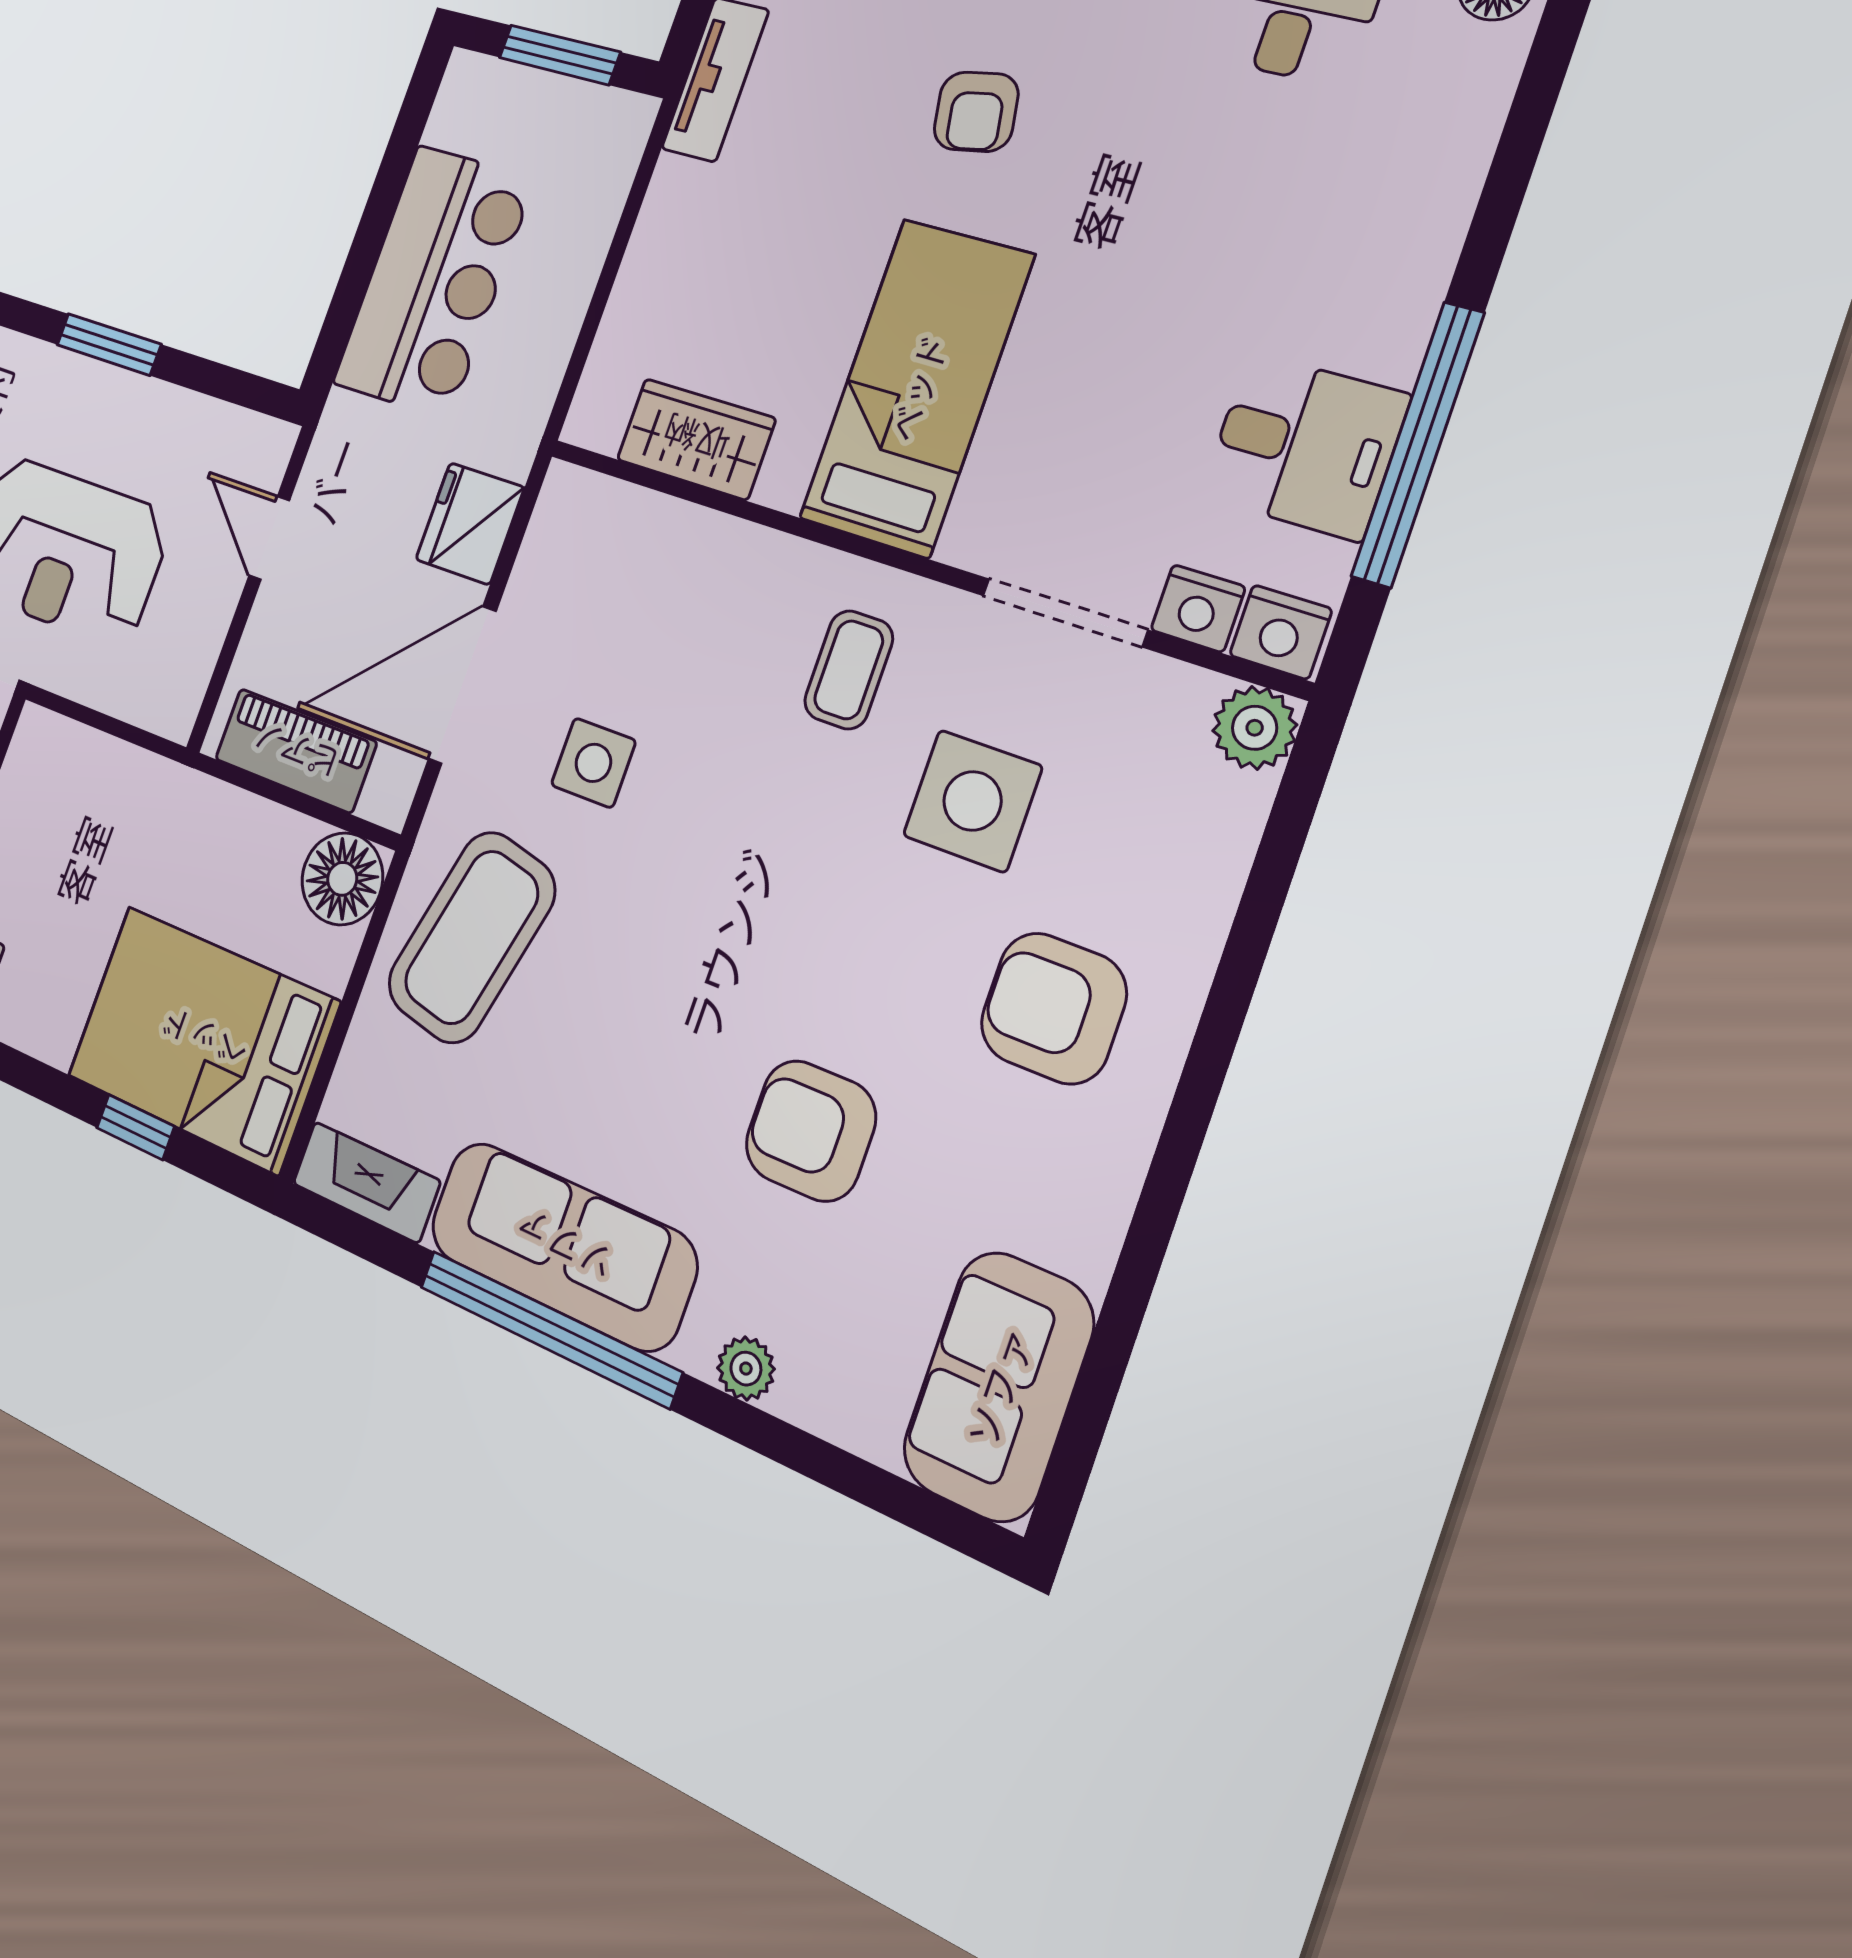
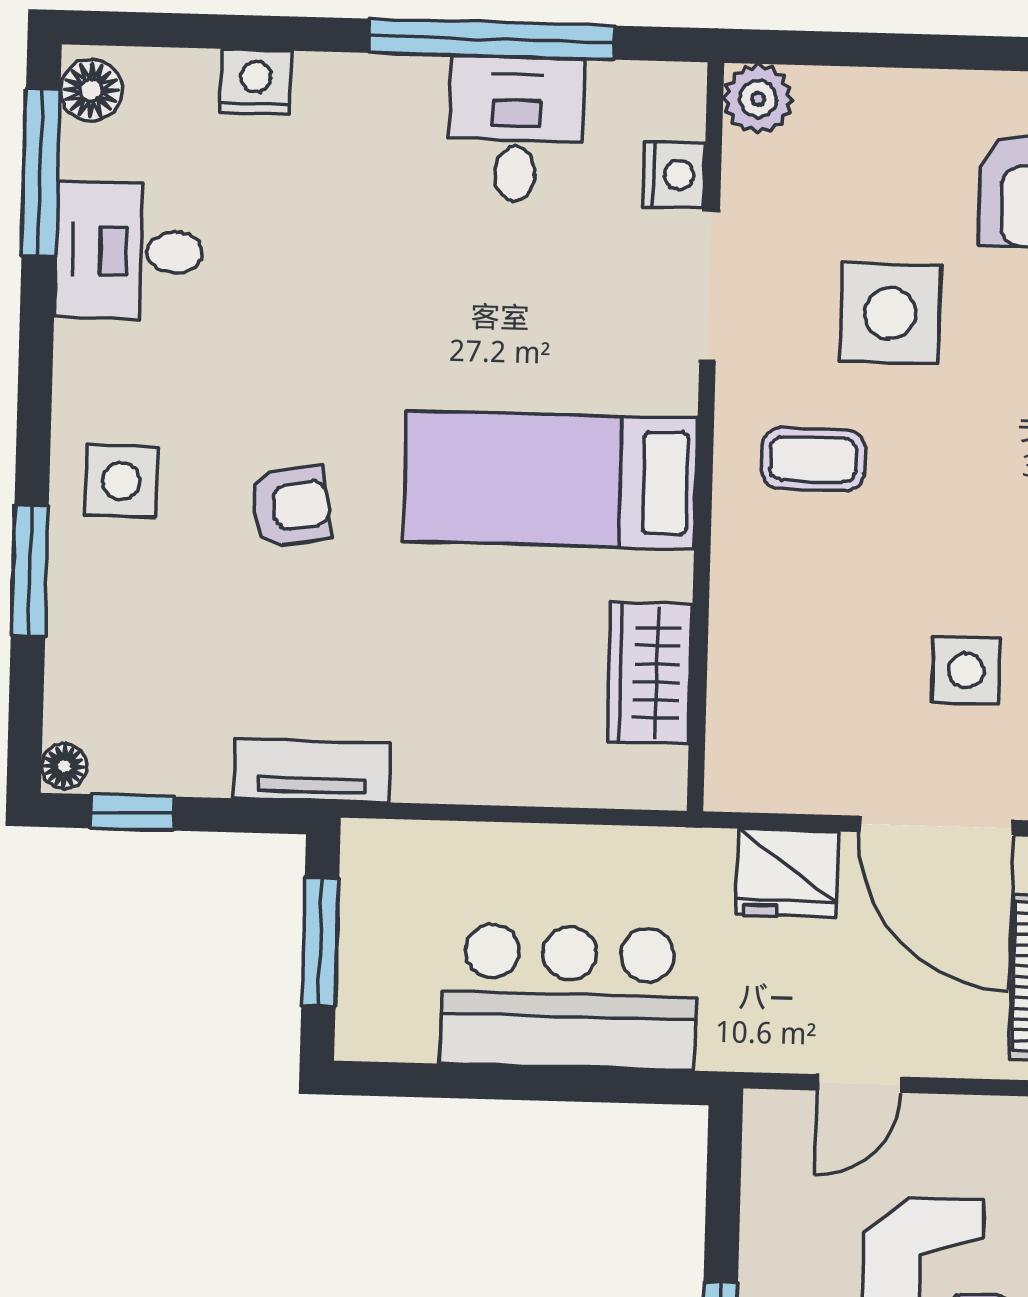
nightstand: (1281, 632) -> (256, 82), moved, turned -90

